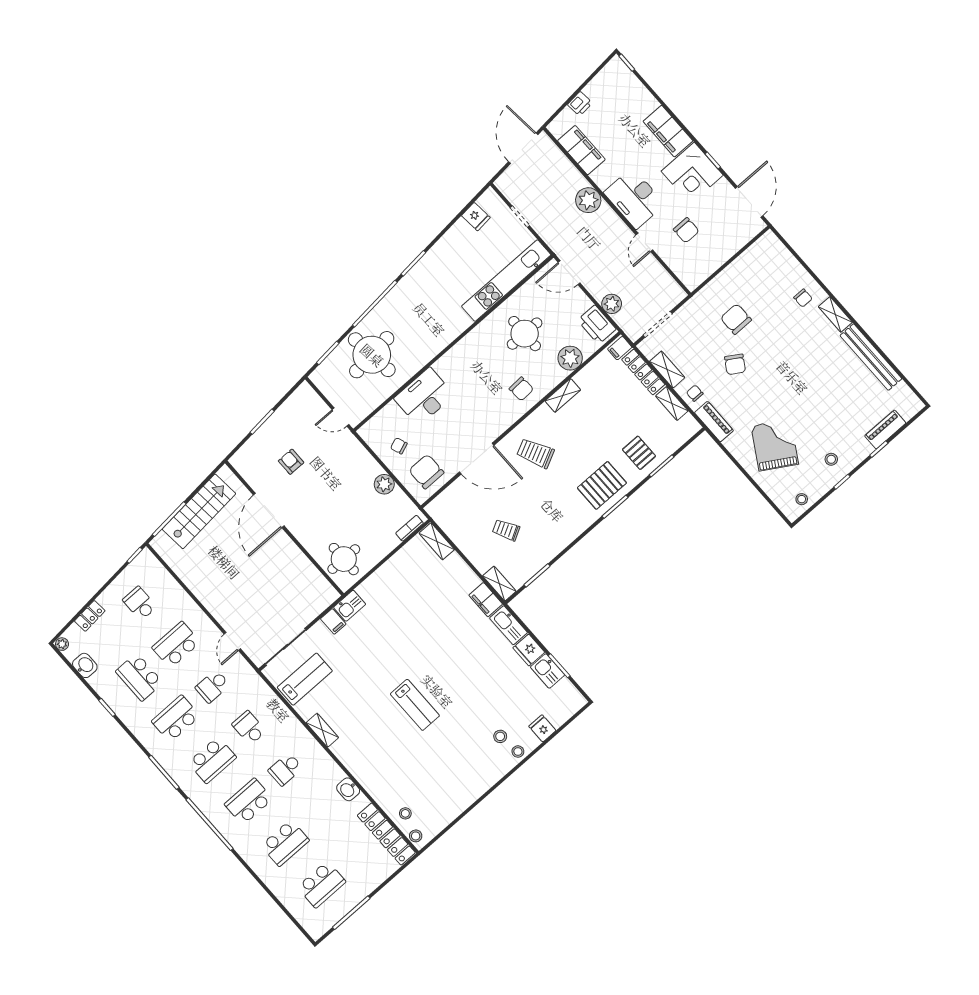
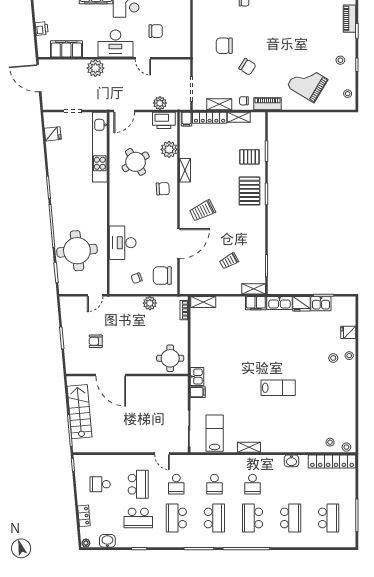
round table: (525, 334) -> (136, 162), turned -32
school desk: (176, 645) -> (138, 484), turned 180
school desk: (249, 728) -> (214, 484), turned -90

